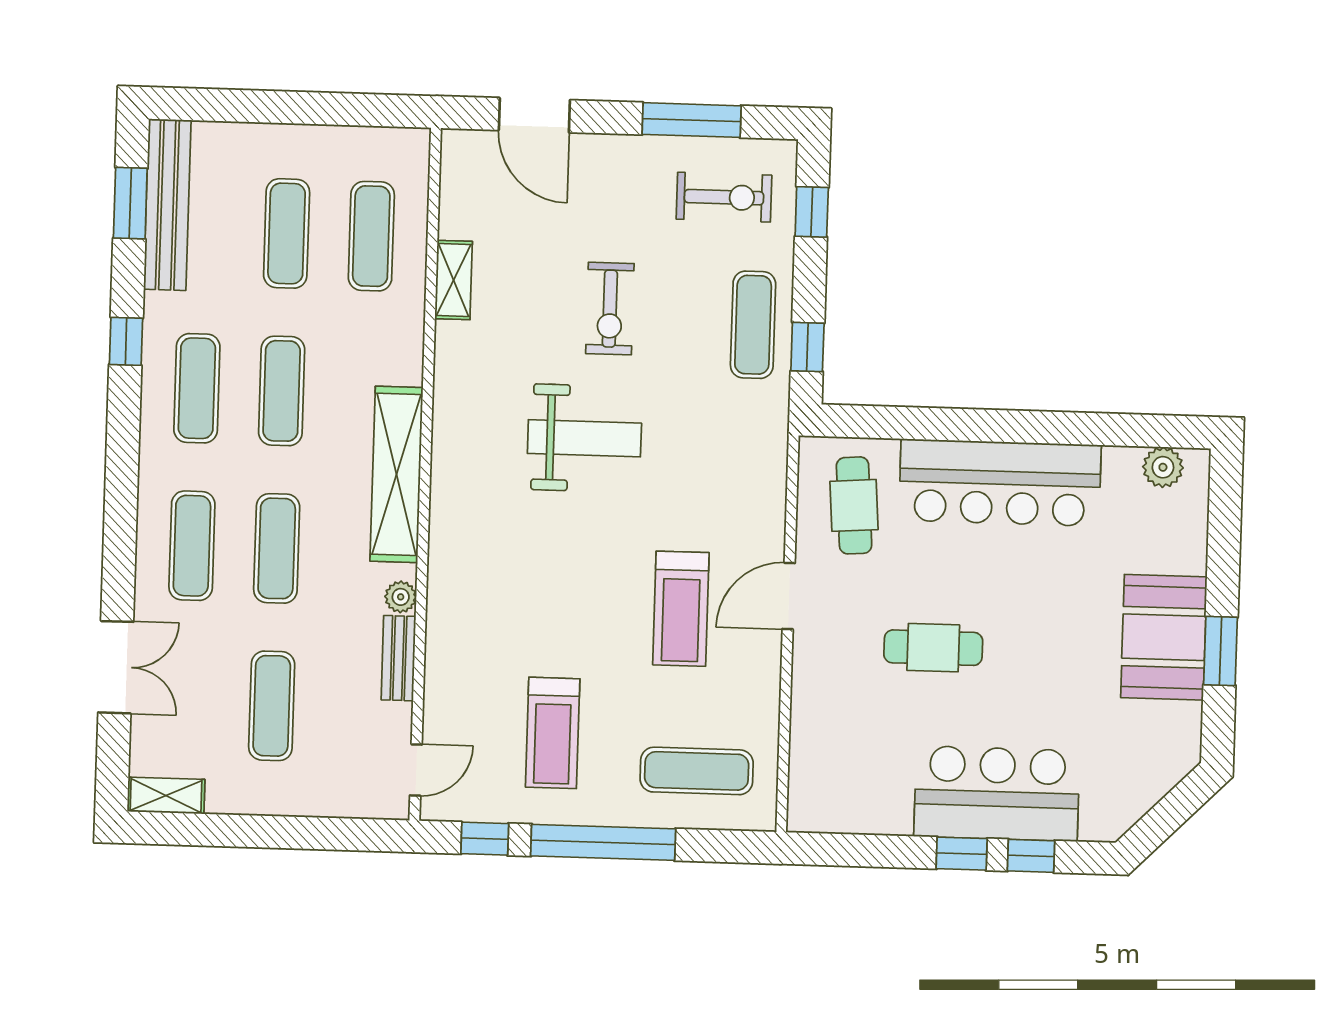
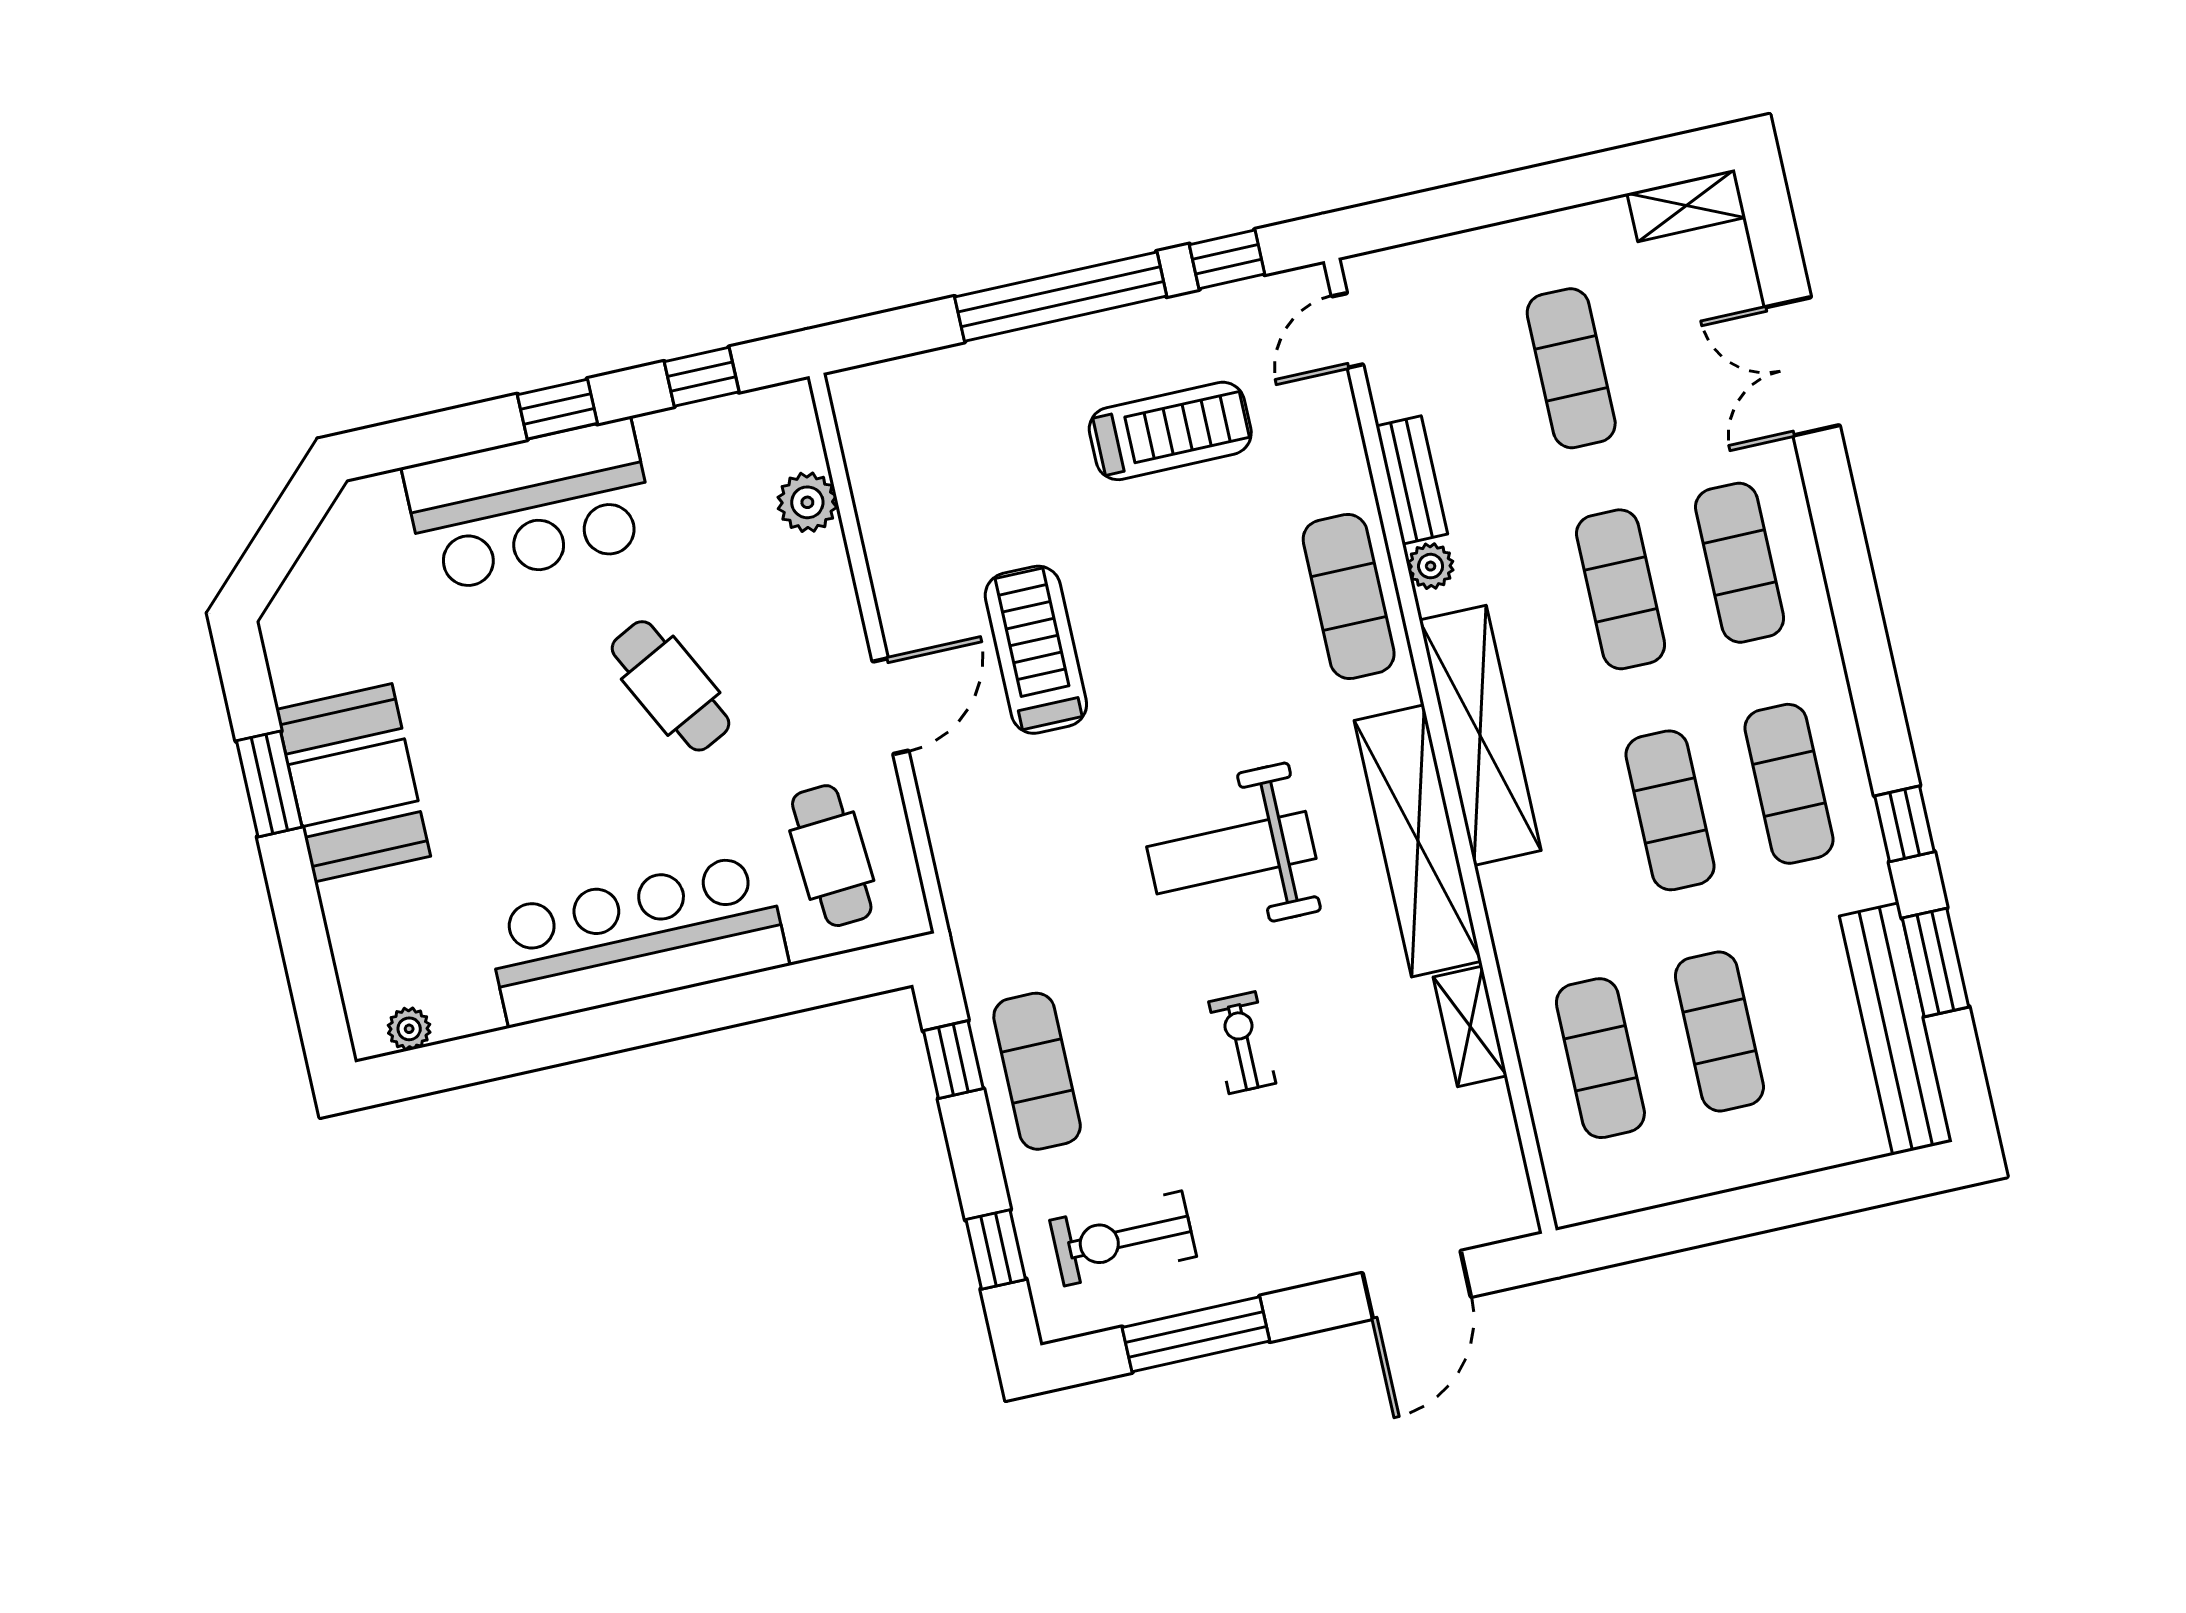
door: (534, 115) -> (1417, 1285), swing flipped
window: (130, 203) -> (1935, 962), moved
exercise bike: (610, 309) -> (1242, 1043), width x0.73, depth x0.72
shelving: (457, 414) -> (1418, 841), added
plant: (1163, 467) -> (409, 1029), width x0.73, depth x0.73
cafe table: (933, 648) -> (671, 686), turned 63
treadmill: (553, 733) -> (1170, 431), turned 90
plant: (809, 748) -> (807, 502), added
exercise mat: (697, 771) -> (1349, 597), moved, turned 90
window: (1031, 856) -> (702, 377), moved

